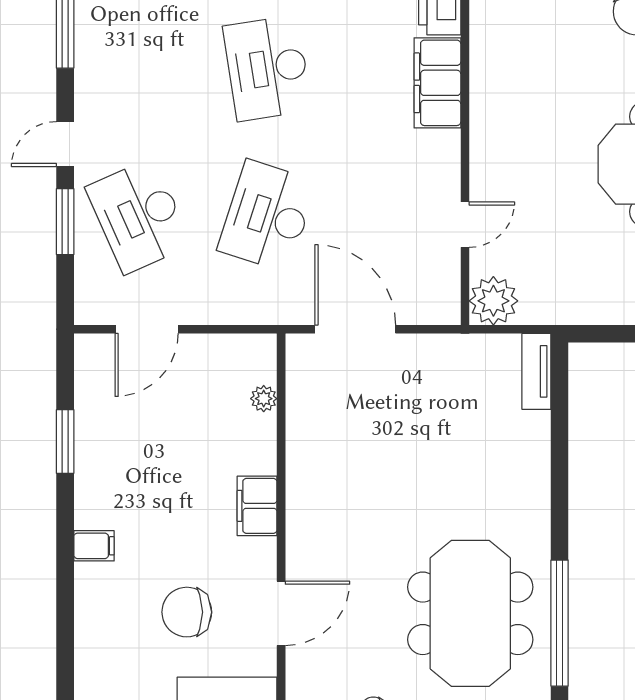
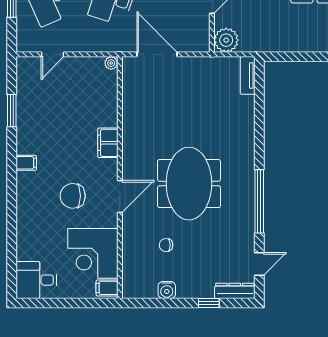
door: (147, 329) -> (53, 54), width x0.73
plant: (264, 399) -> (111, 63), moved
meeting table: (470, 613) -> (189, 184), moved

